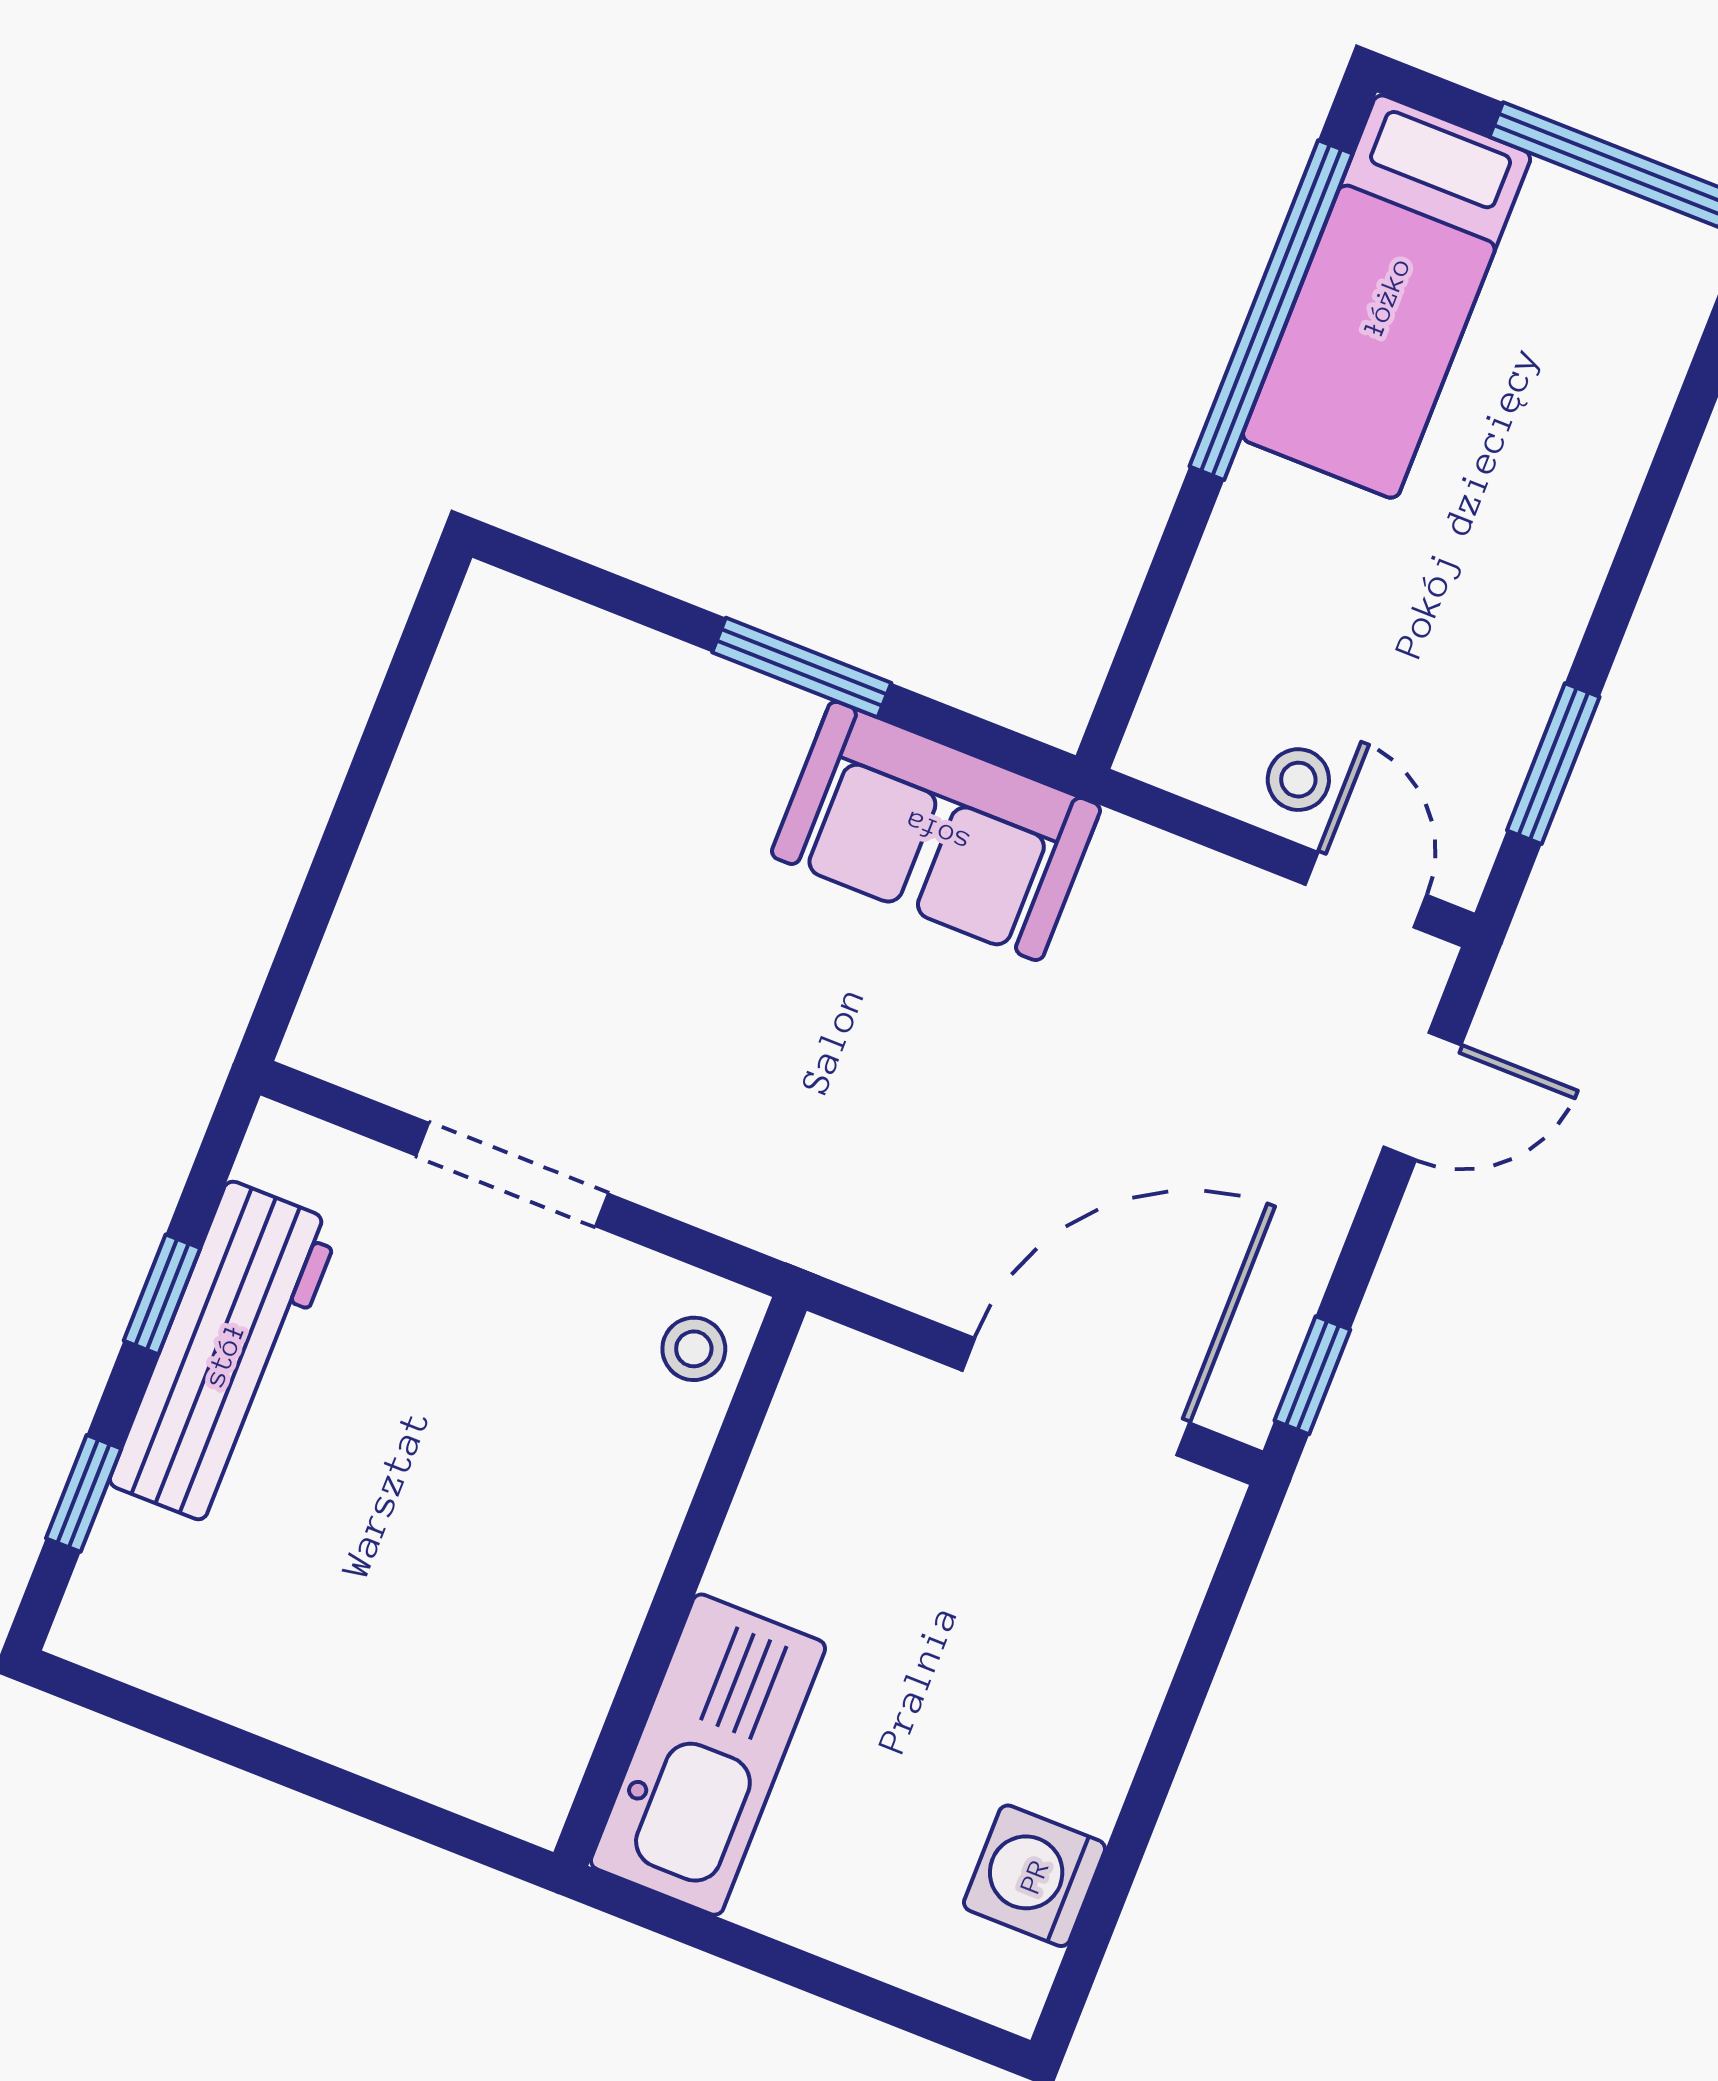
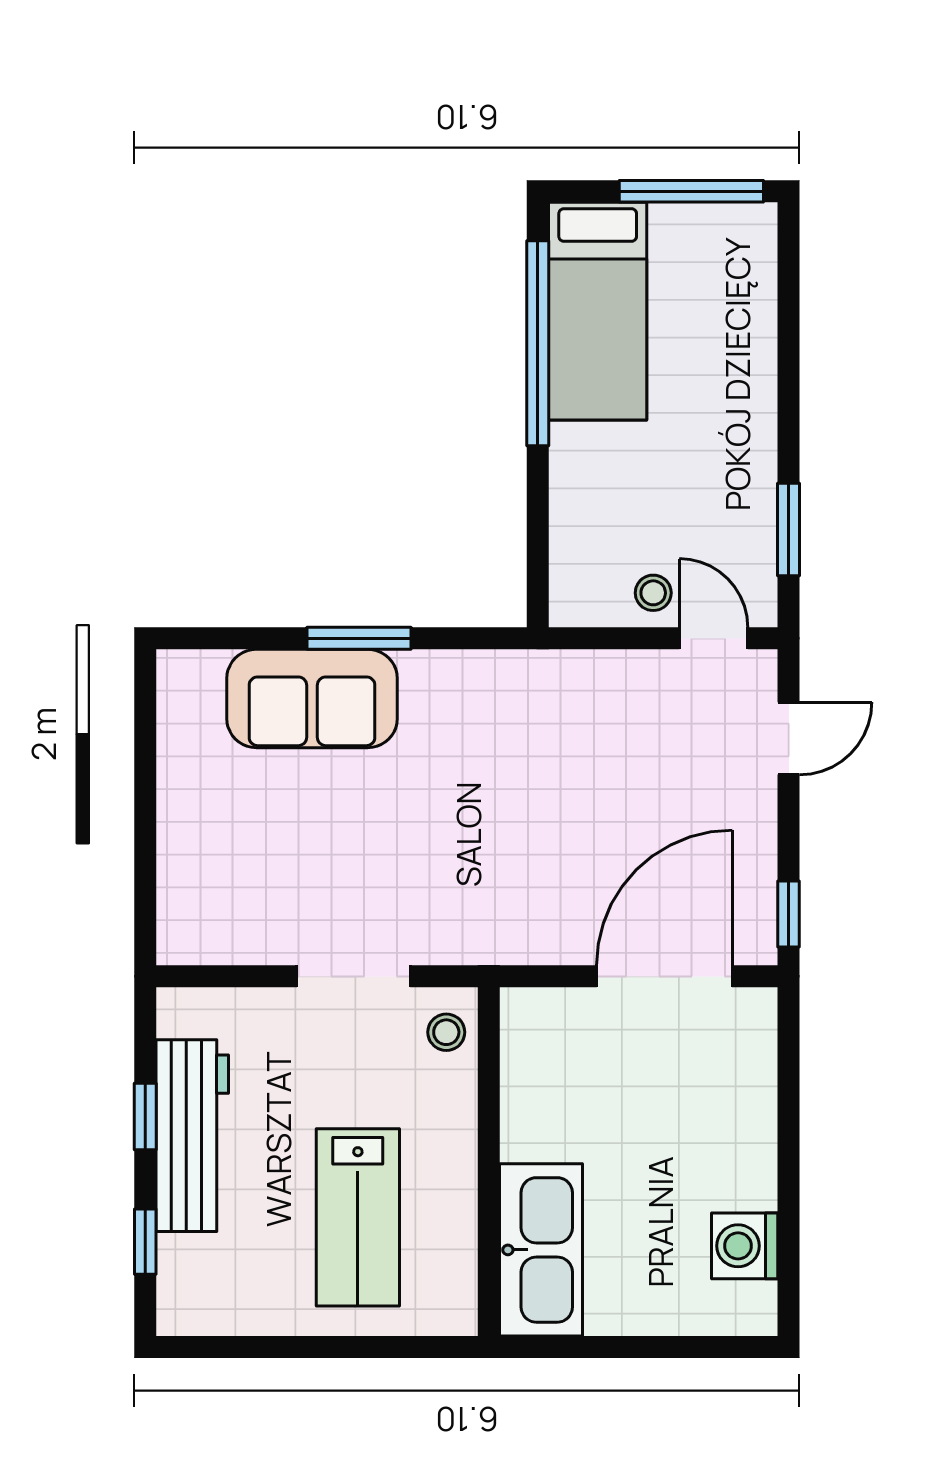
sofa: (936, 831) -> (312, 698), moved
doorway: (512, 1175) -> (354, 976), moved
lab bench: (437, 1588) -> (358, 1217), added

